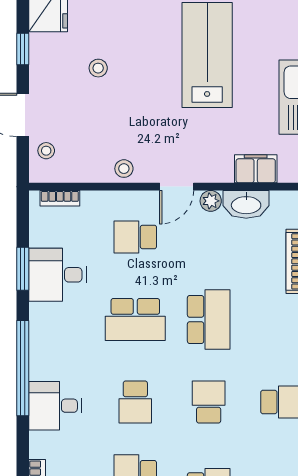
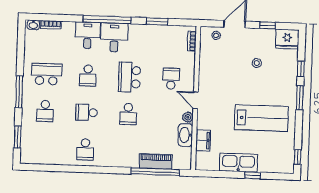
stool: (124, 169) -> (206, 74), removed
desk: (58, 275) -> (114, 37), moved
school desk: (209, 319) -> (128, 114), width x0.54
school desk: (135, 402) -> (88, 76), turned -90
school desk: (209, 402) -> (87, 112), turned 180

